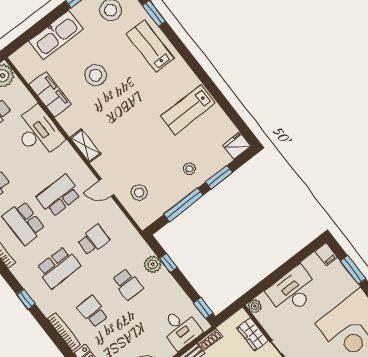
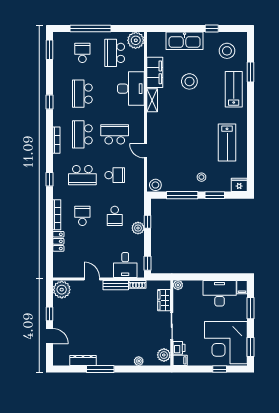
lab bench: (188, 110) -> (227, 142), turned -90
shelving: (85, 146) -> (152, 100), moved
stool: (139, 193) -> (155, 185), moved
plant: (153, 264) -> (138, 228), moved
desk: (293, 291) -> (220, 293), moved

